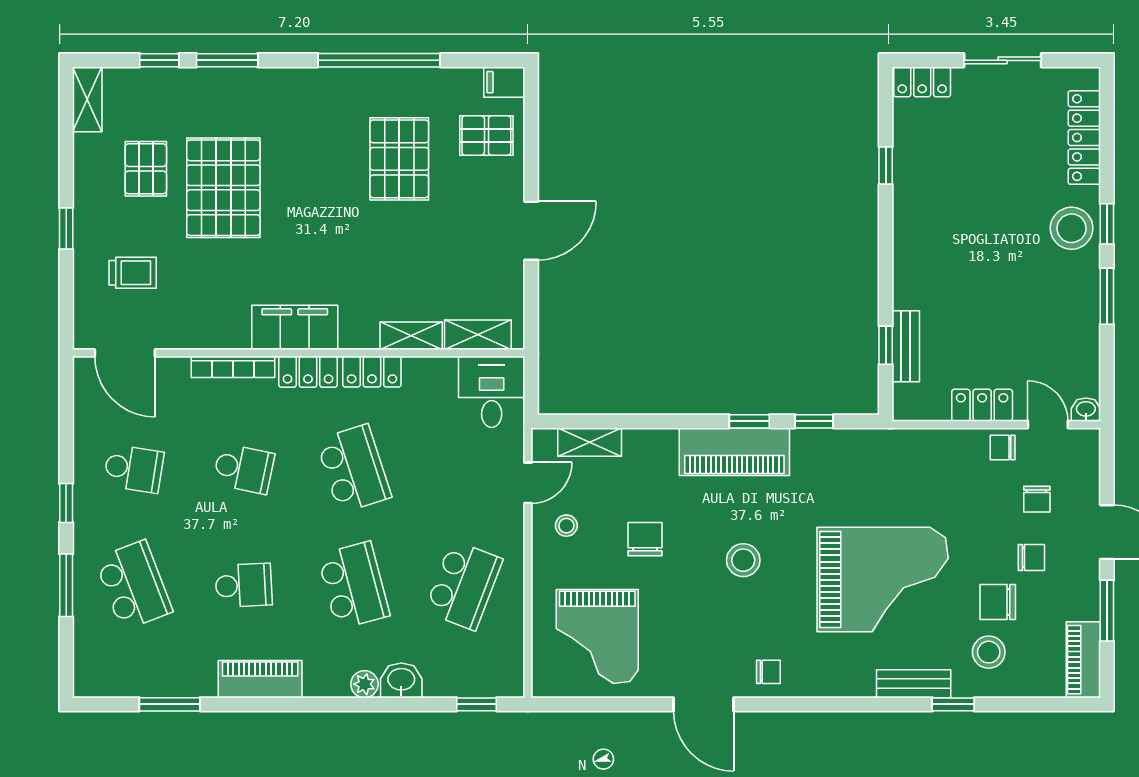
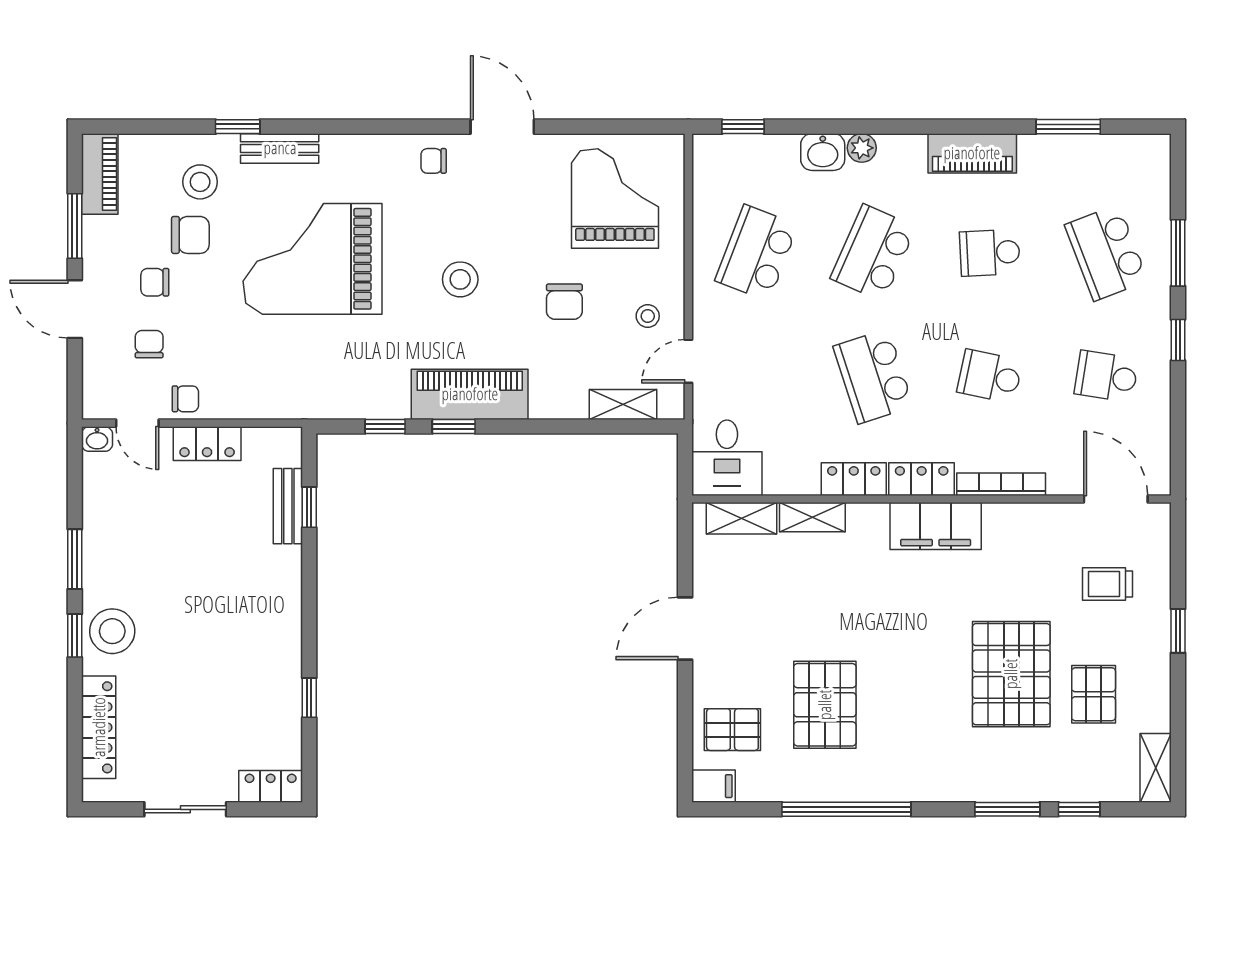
school desk: (354, 585) -> (873, 253), turned 39

